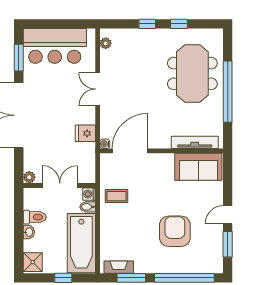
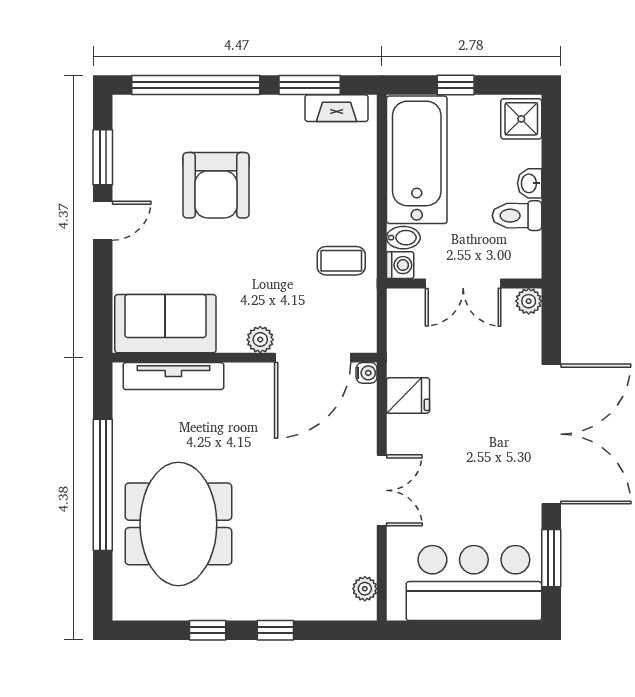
plant: (154, 159) -> (260, 340), added

